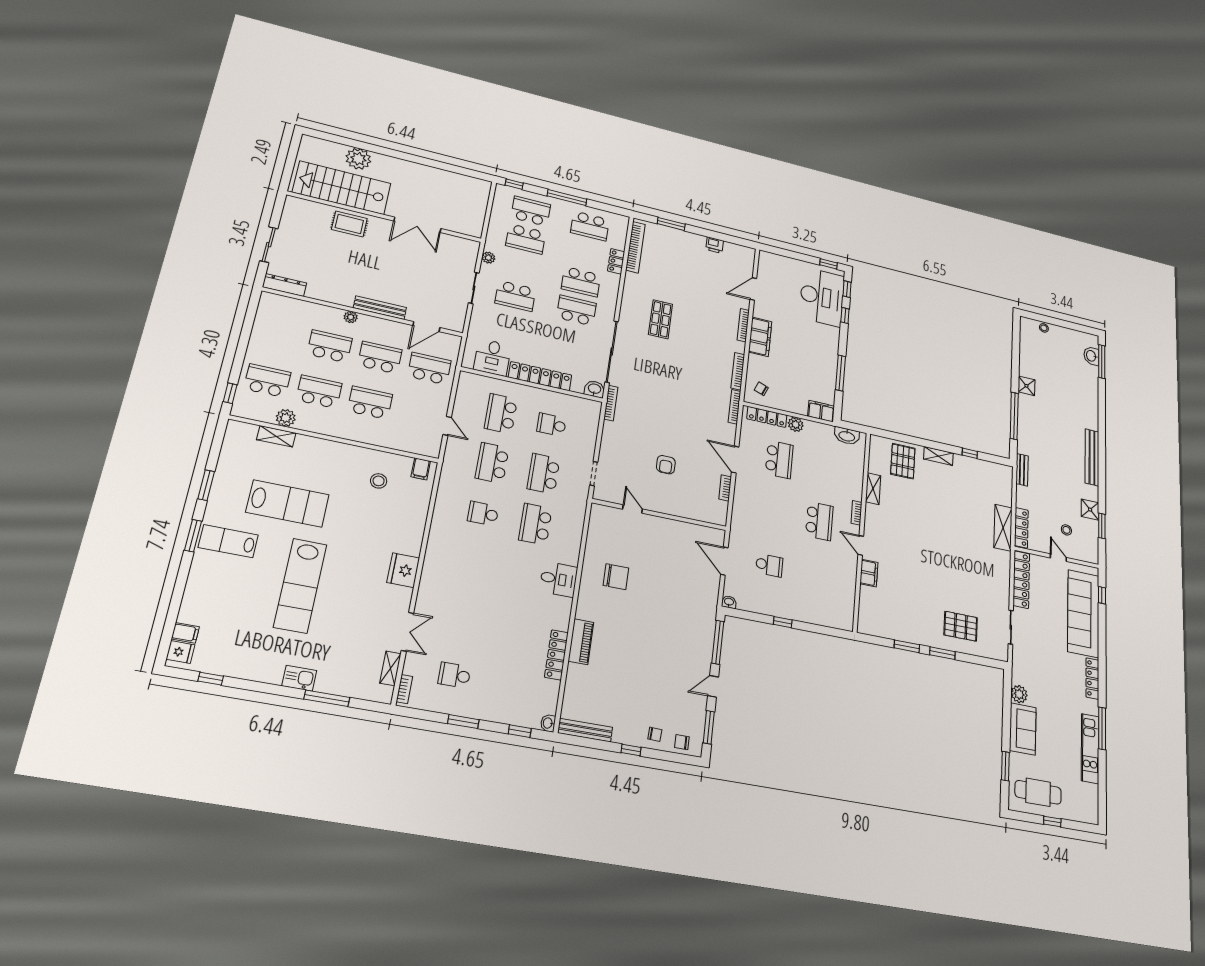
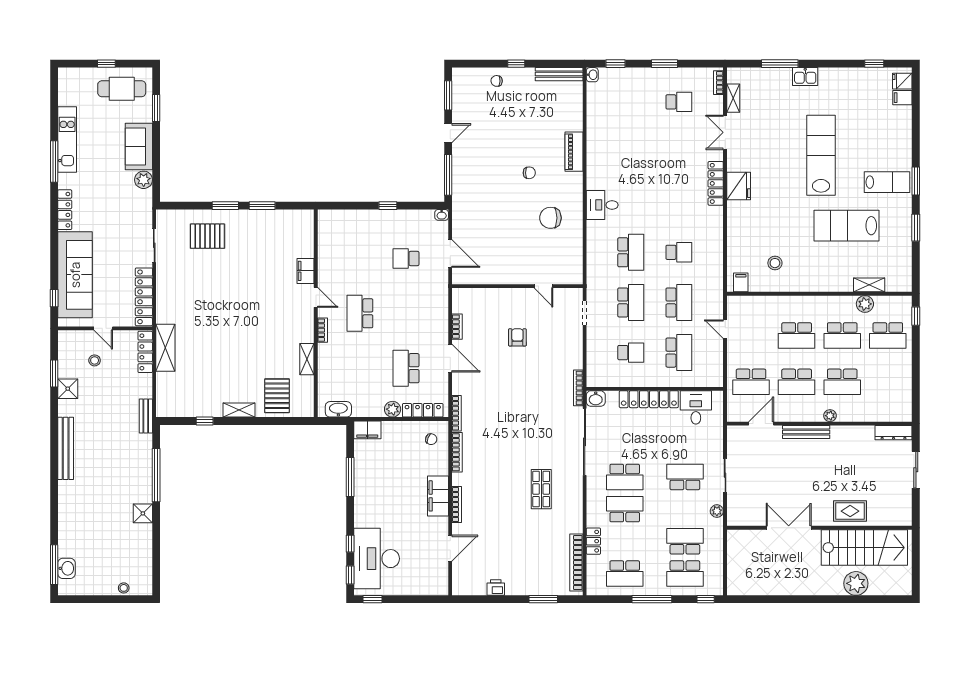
school desk: (590, 226) -> (625, 574), turned 180
locker: (556, 655) -> (716, 183), moved, turned 180
chair: (682, 742) -> (529, 173), moved

